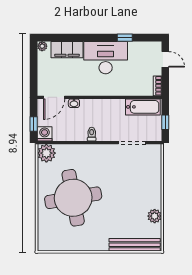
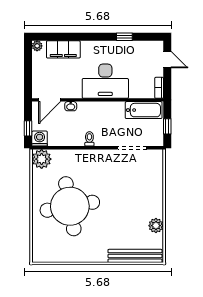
desk: (106, 58) -> (105, 81), moved, turned 180

